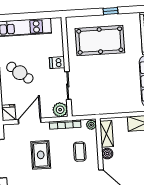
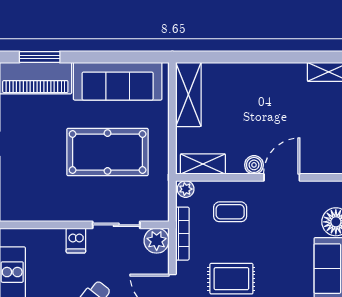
pool table: (100, 41) -> (108, 152), moved, turned 90
boiler: (107, 154) -> (254, 165), moved

